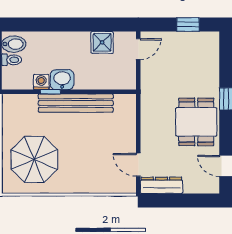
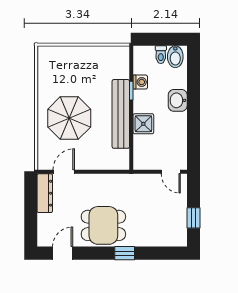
shower: (102, 42) -> (143, 124), moved
washbasin: (62, 80) -> (178, 100), moved, turned 180
parasol: (34, 159) -> (69, 118), moved

